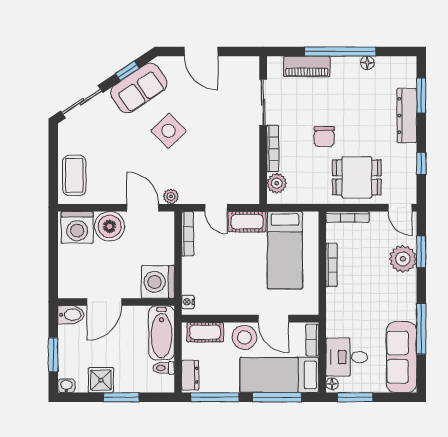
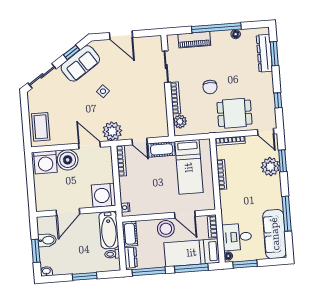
dresser: (407, 115) -> (264, 53), moved
side table: (169, 131) -> (103, 91), width x0.54, depth x0.54
plant: (171, 196) -> (112, 131), width x1.88, depth x1.88
bidet: (71, 315) -> (47, 240), moved
cot: (205, 332) -> (130, 234), moved, turned 90
shower: (101, 380) -> (70, 266), removed

